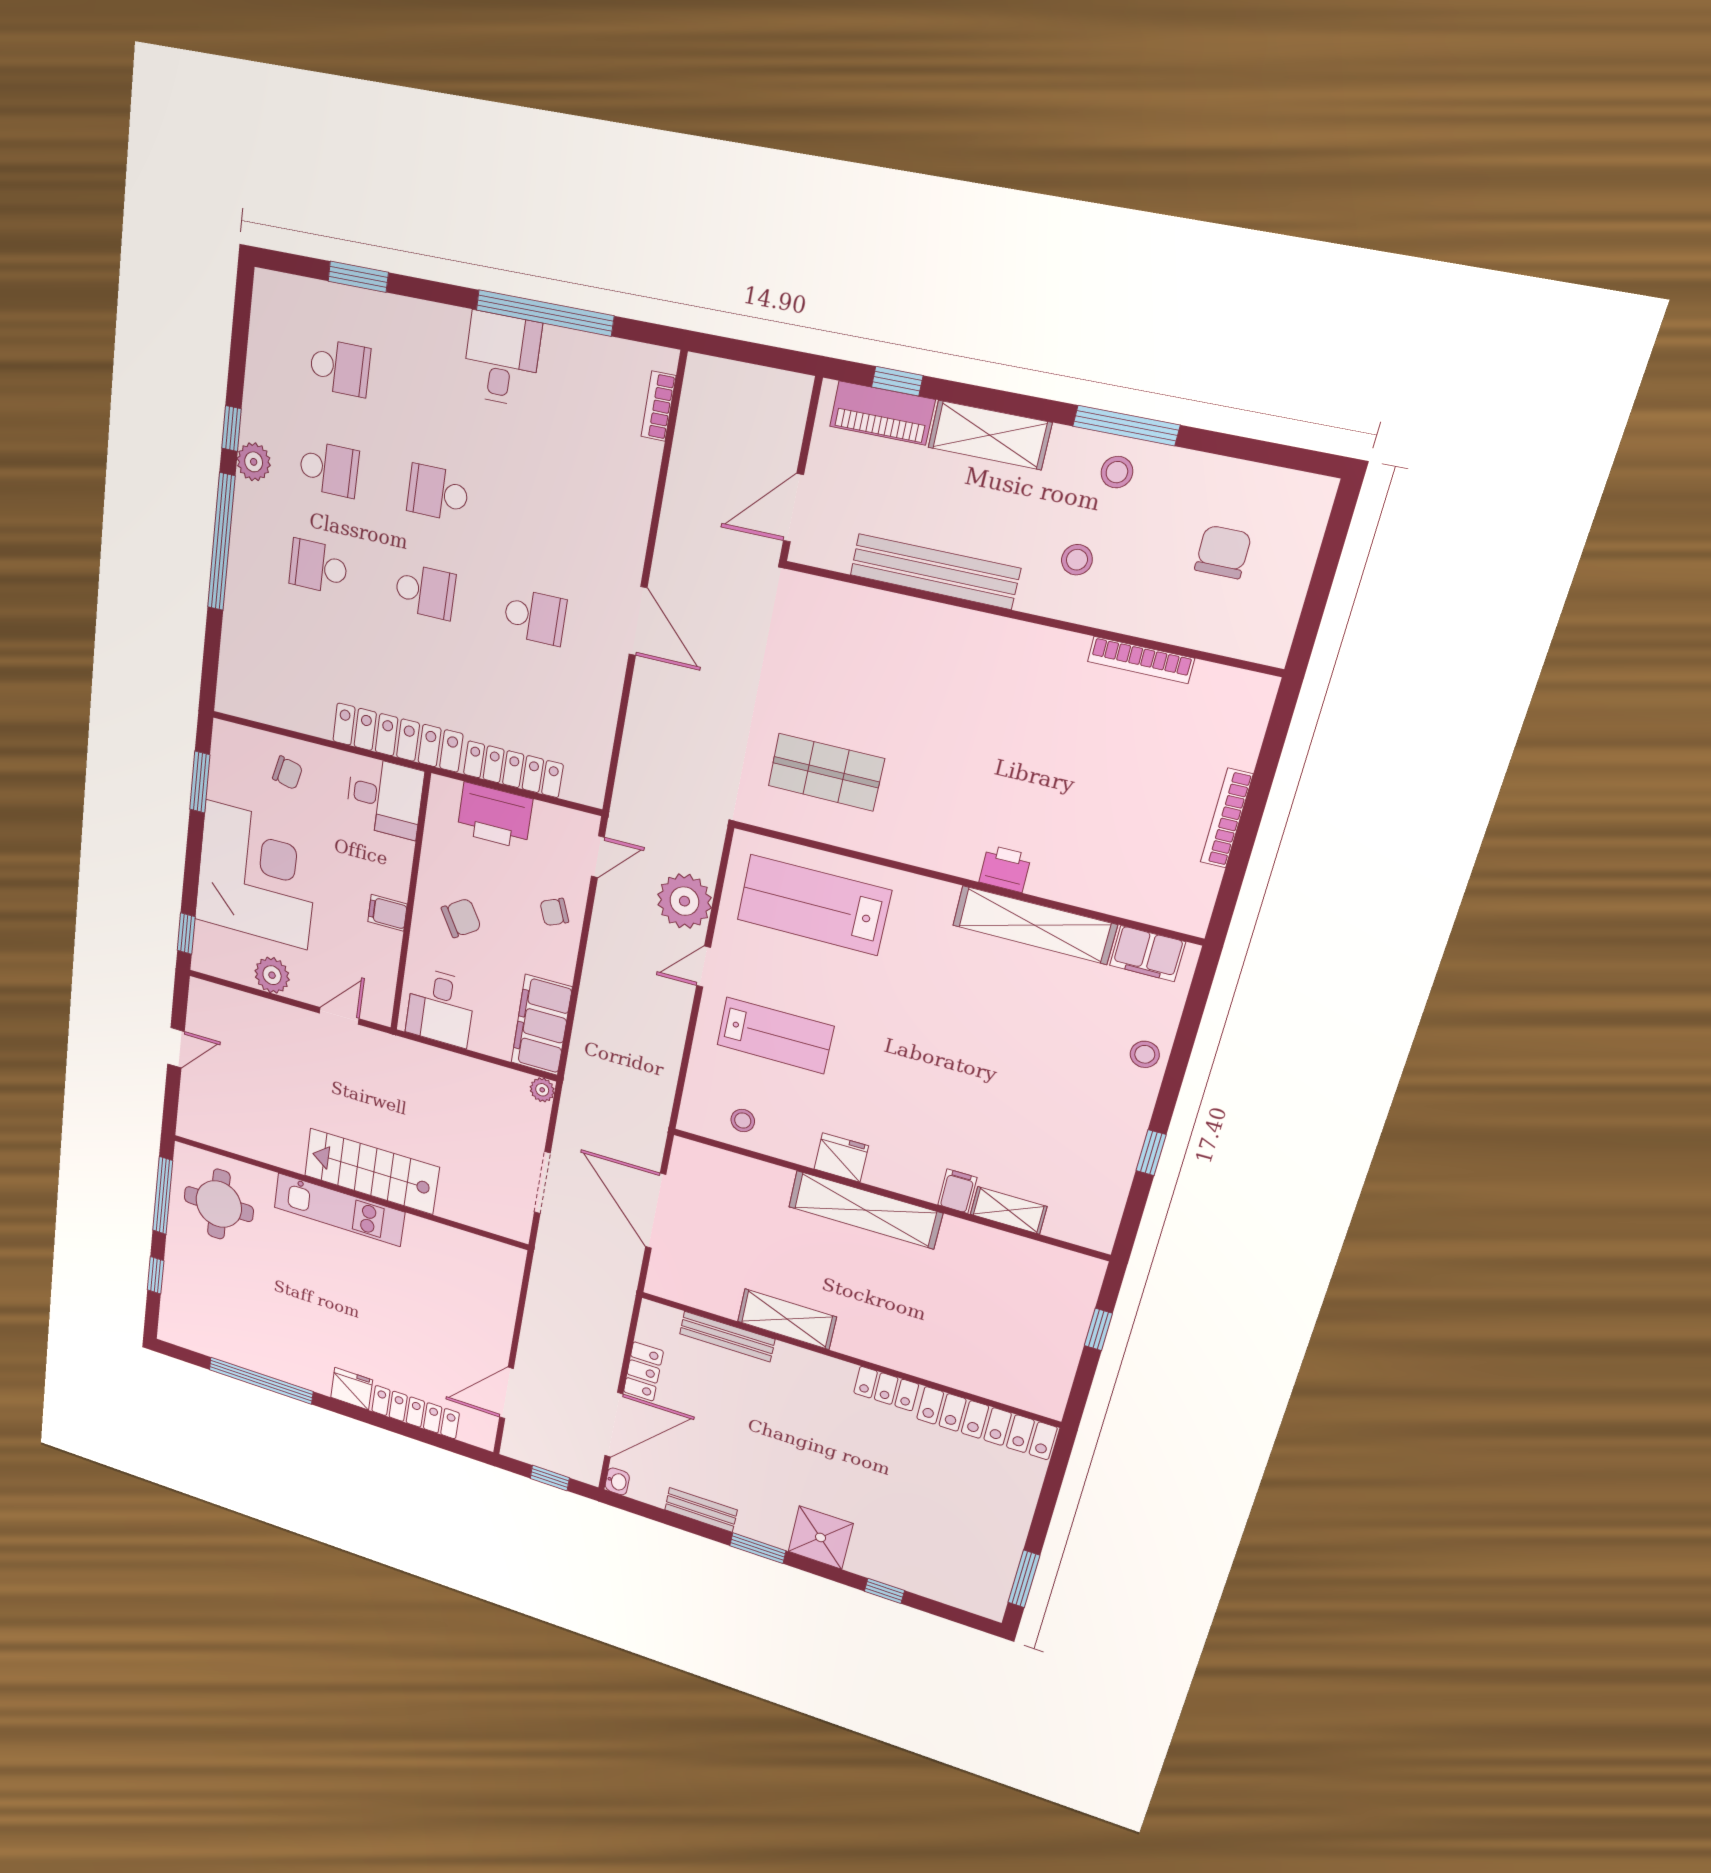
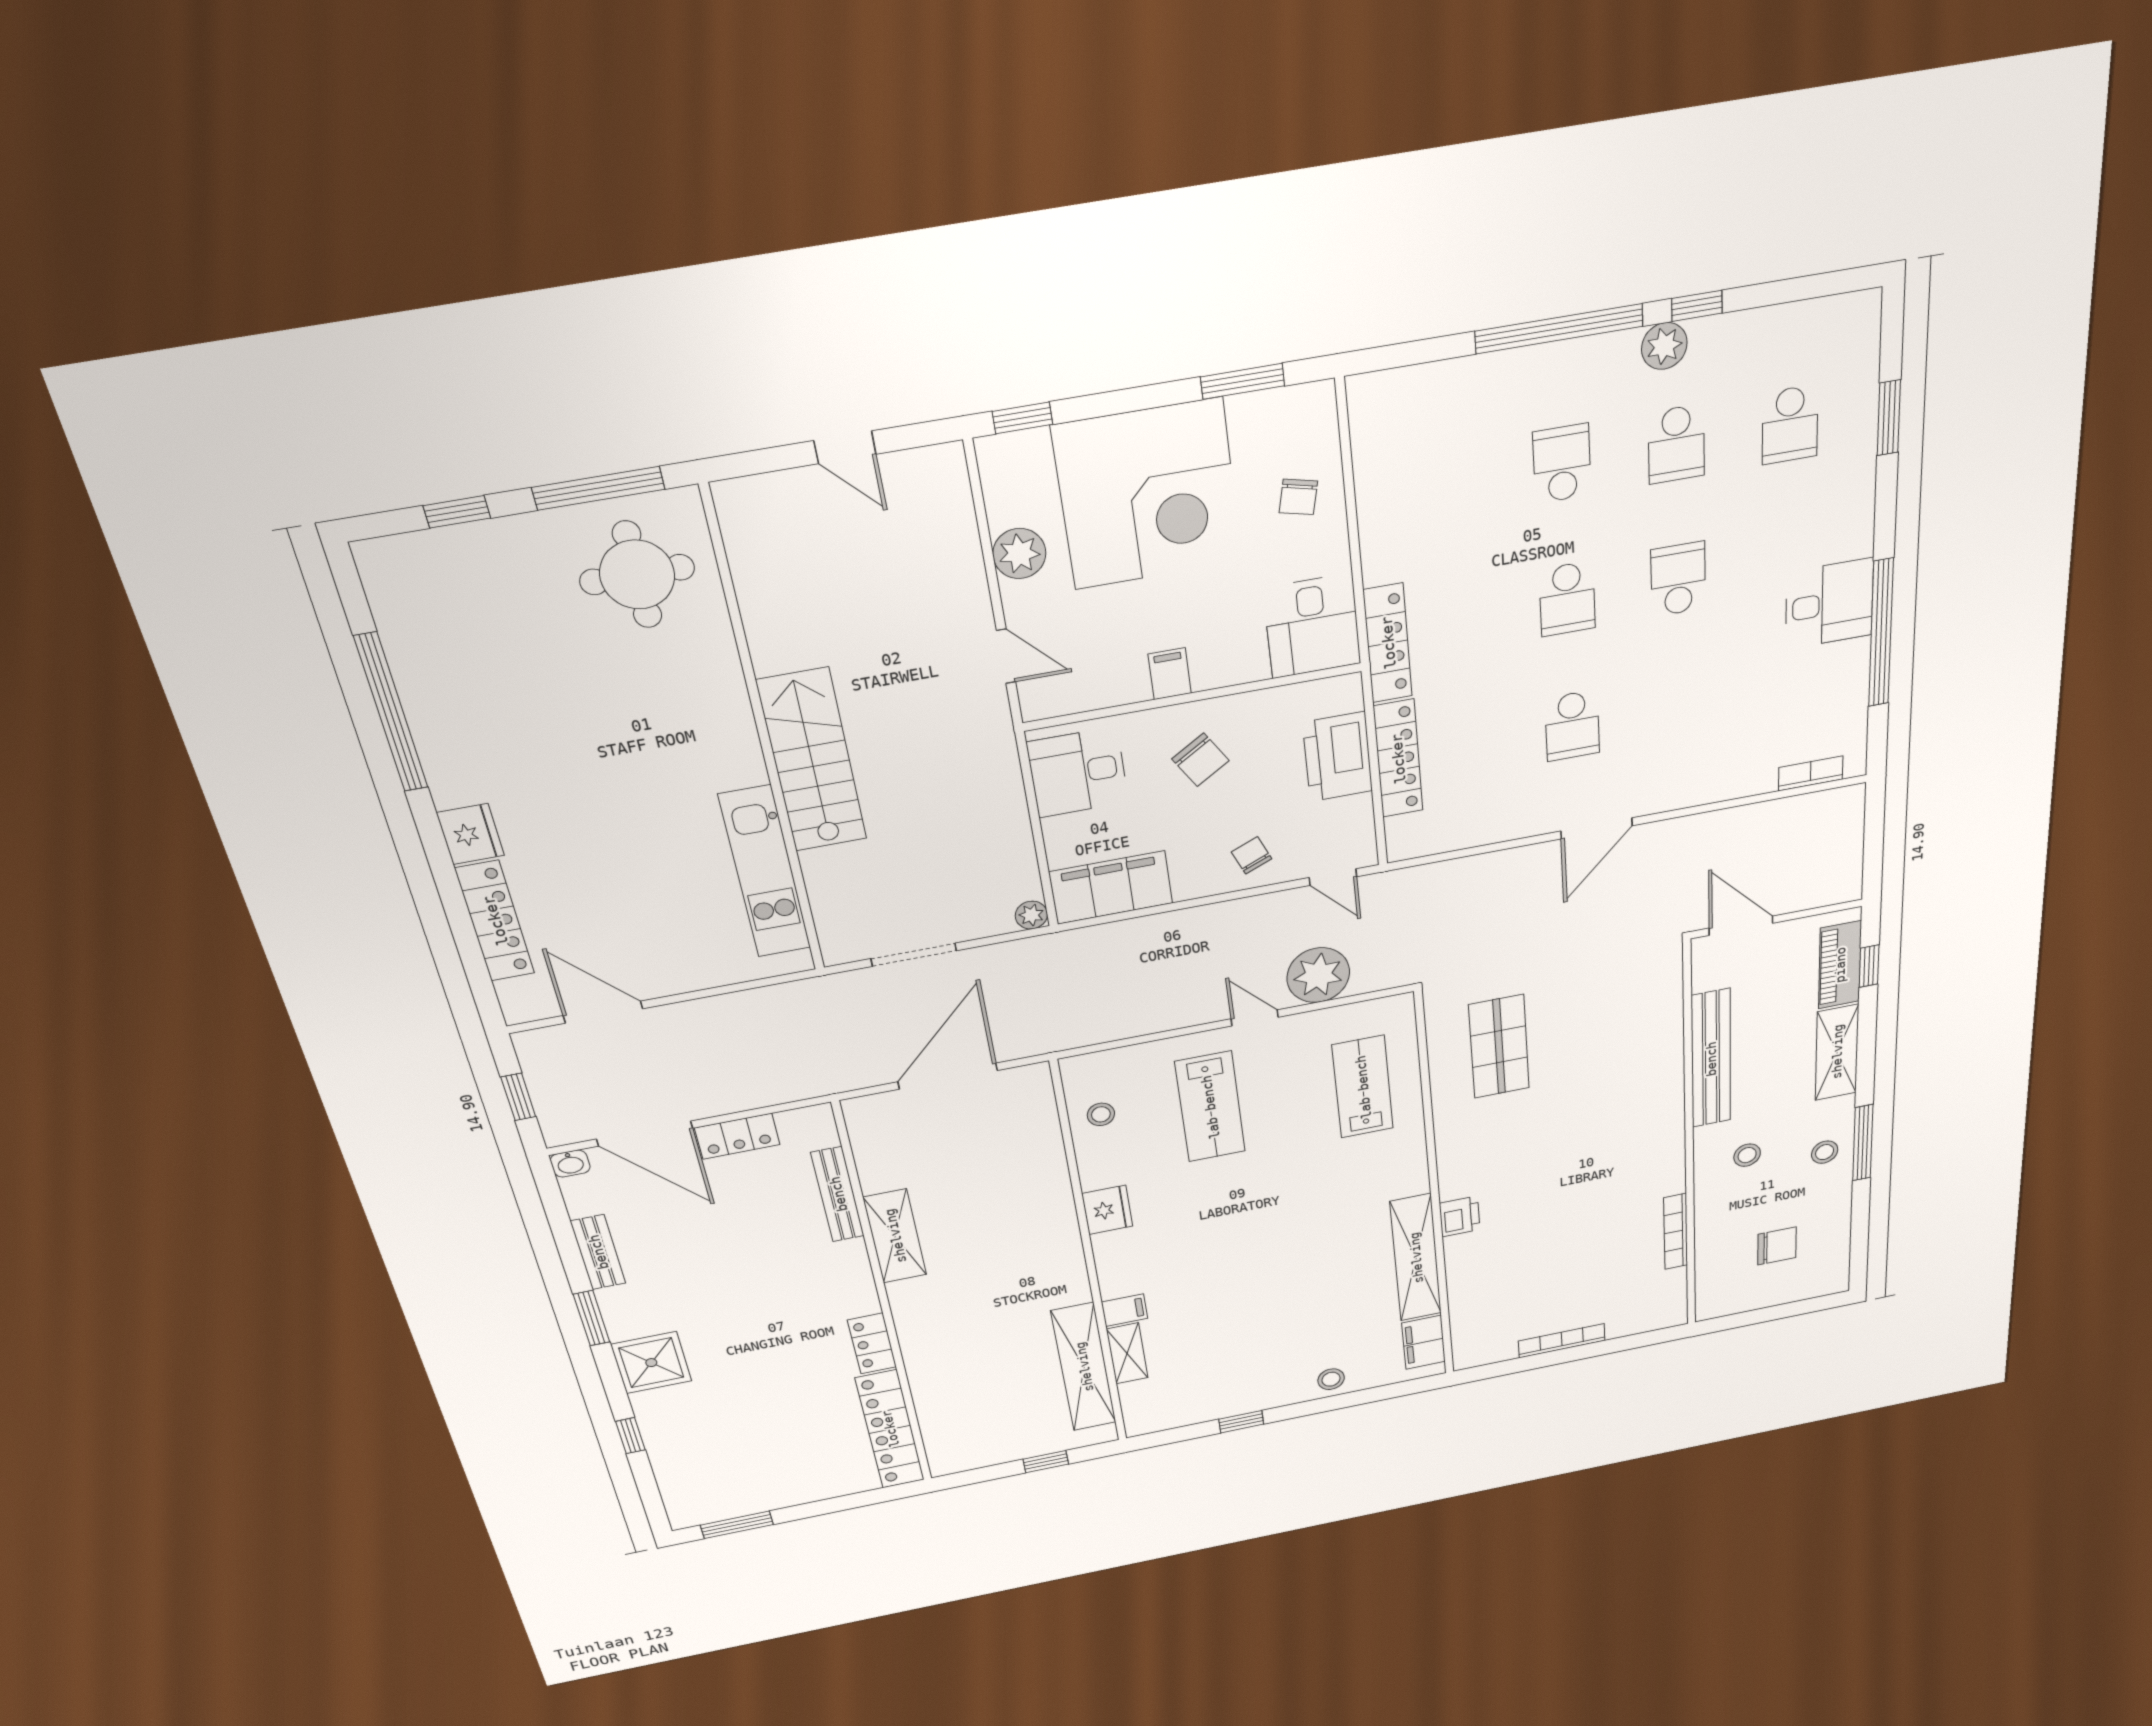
locker: (397, 737) -> (1388, 643), width x0.71, depth x0.83
lab bench: (814, 905) -> (1363, 1087), width x0.73, depth x0.72
kitchen unit: (339, 1210) -> (765, 872), moved
shelving: (865, 1210) -> (1084, 1367), moved

